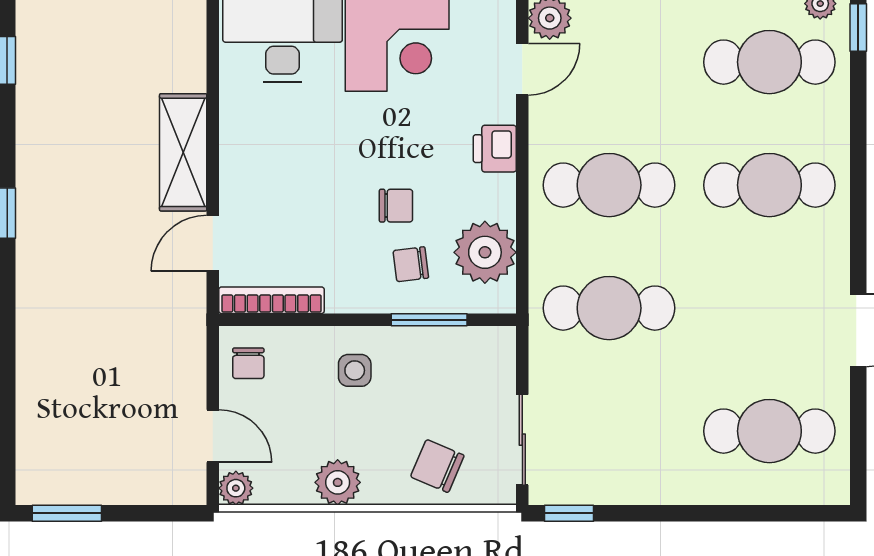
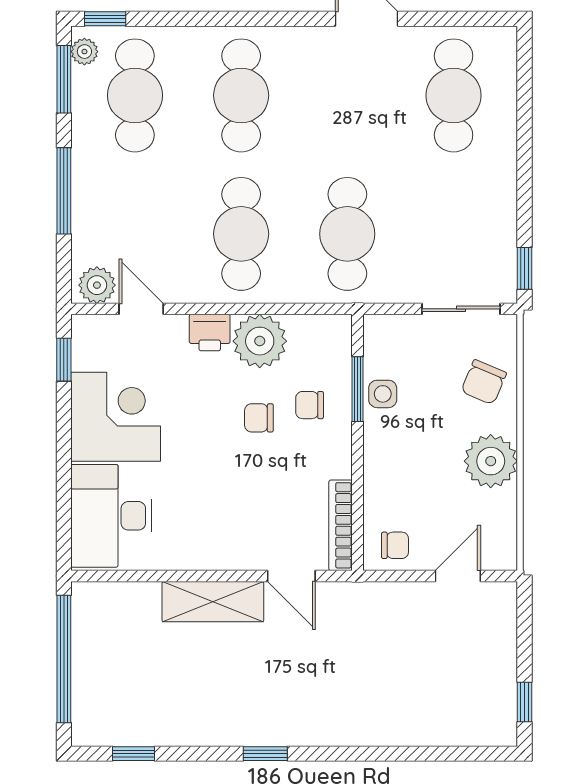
chair: (396, 206) -> (259, 418), turned -90
plant: (485, 252) -> (260, 341), moved
chair: (411, 264) -> (310, 405), turned 97
side table: (355, 370) -> (383, 394), moved
plant: (338, 482) -> (491, 461), width x1.36, depth x1.36
plant: (236, 488) -> (503, 556), removed
window: (67, 513) -> (525, 702), width x0.67

